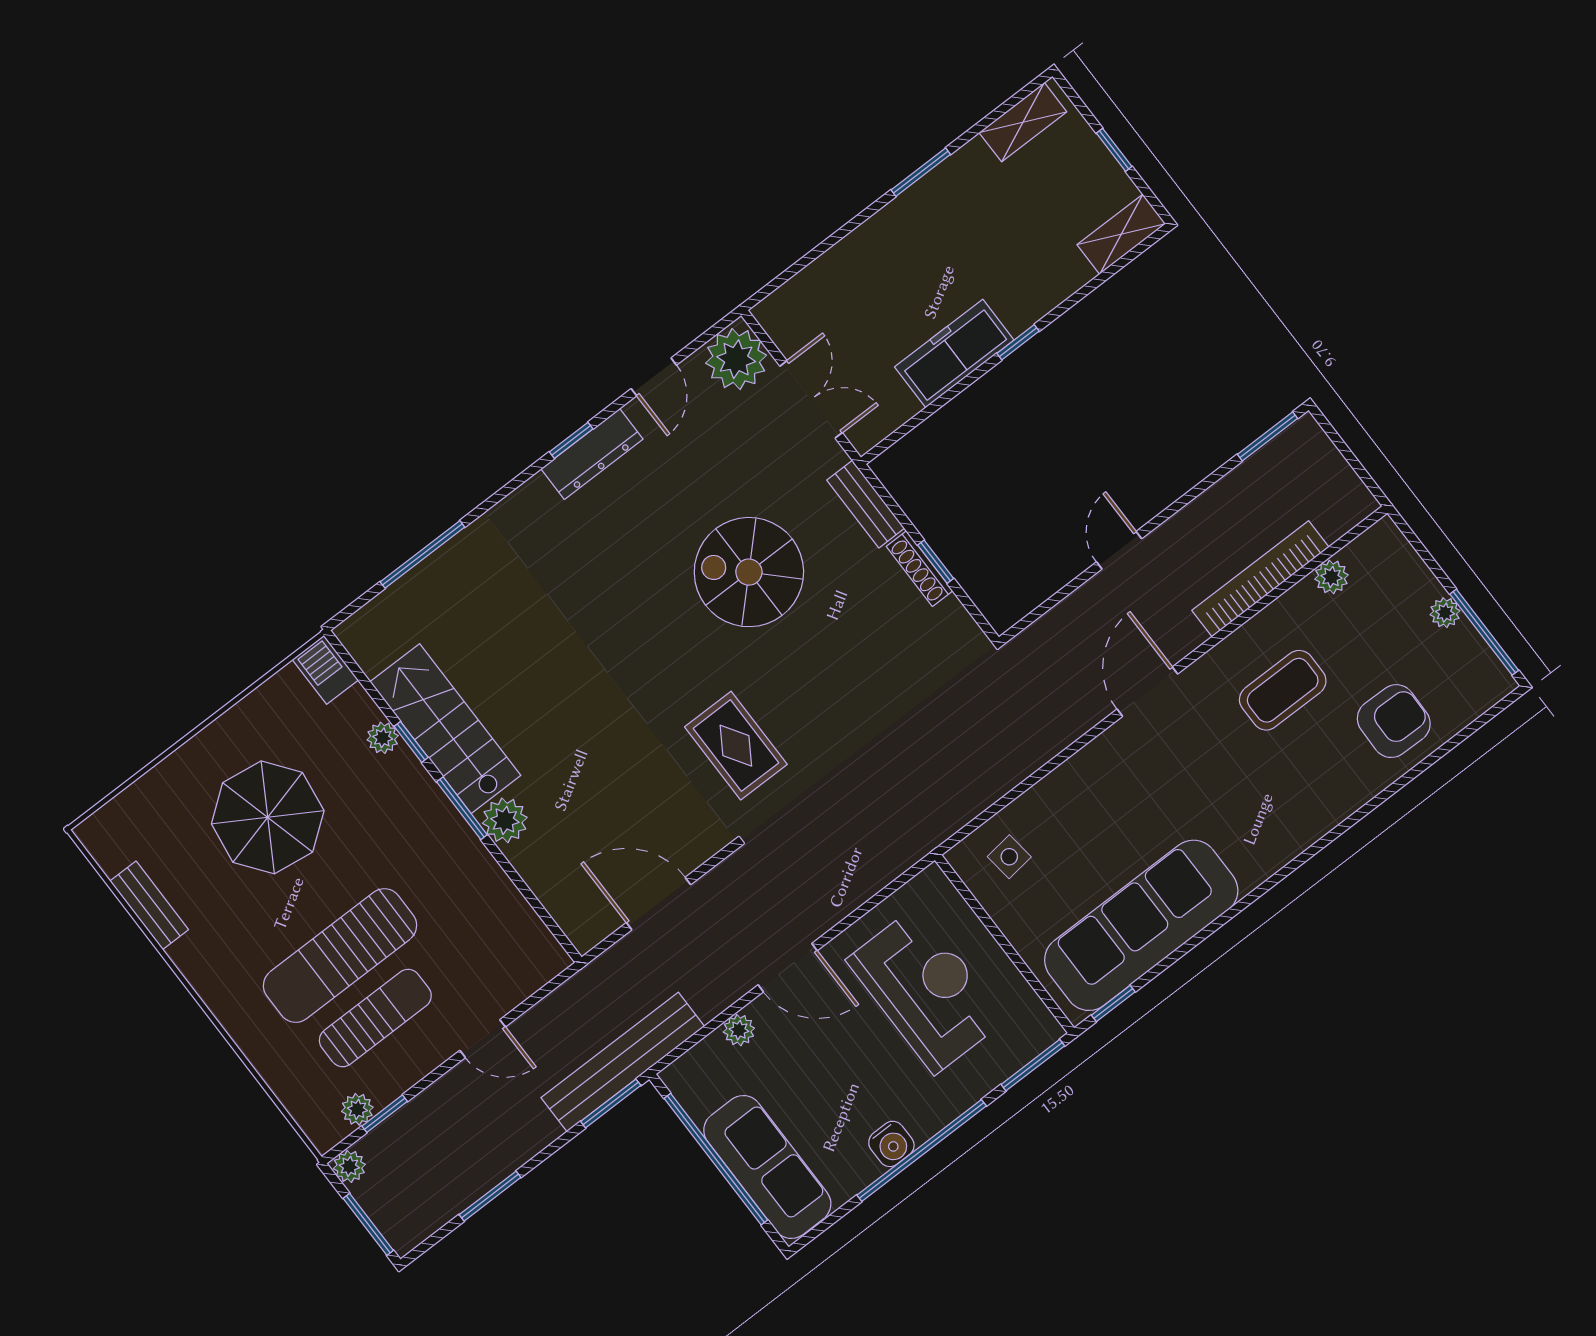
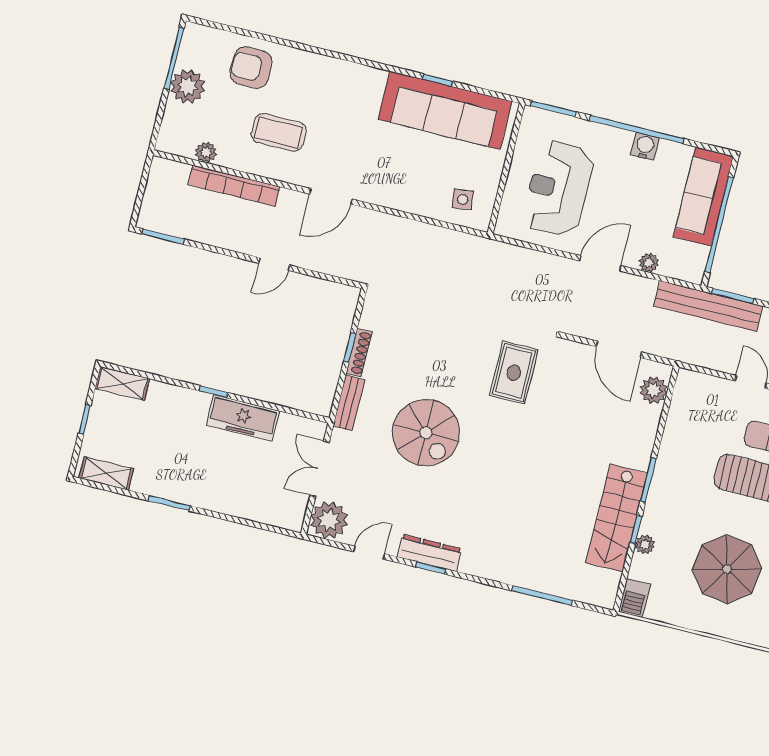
plant: (1445, 613) -> (188, 86), width x1.87, depth x1.87
plant: (505, 820) -> (654, 390), moved
door: (788, 968) -> (600, 263), hinge flipped
window: (1113, 1003) -> (437, 80), moved

